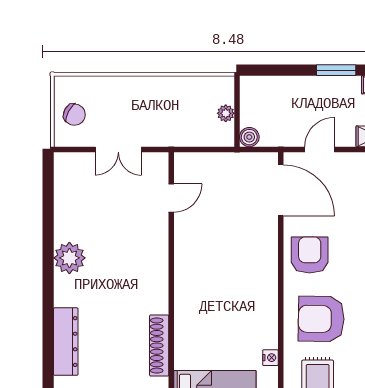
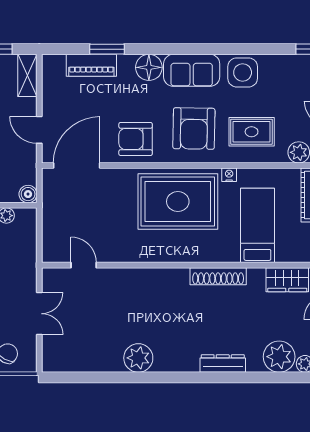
rug: (241, 301) -> (178, 202), added
dresser: (66, 342) -> (223, 364), width x0.73, depth x0.80

